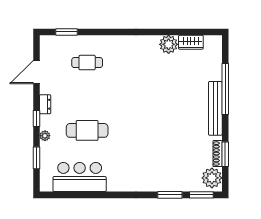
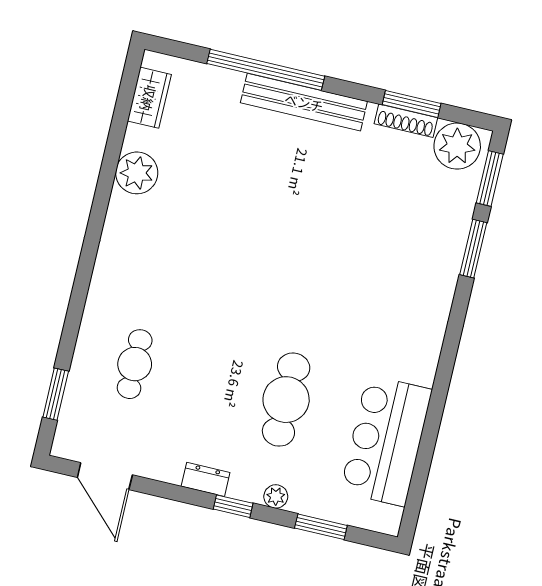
wardrobe: (191, 42) -> (149, 98), moved
door: (36, 72) -> (105, 476), moved

